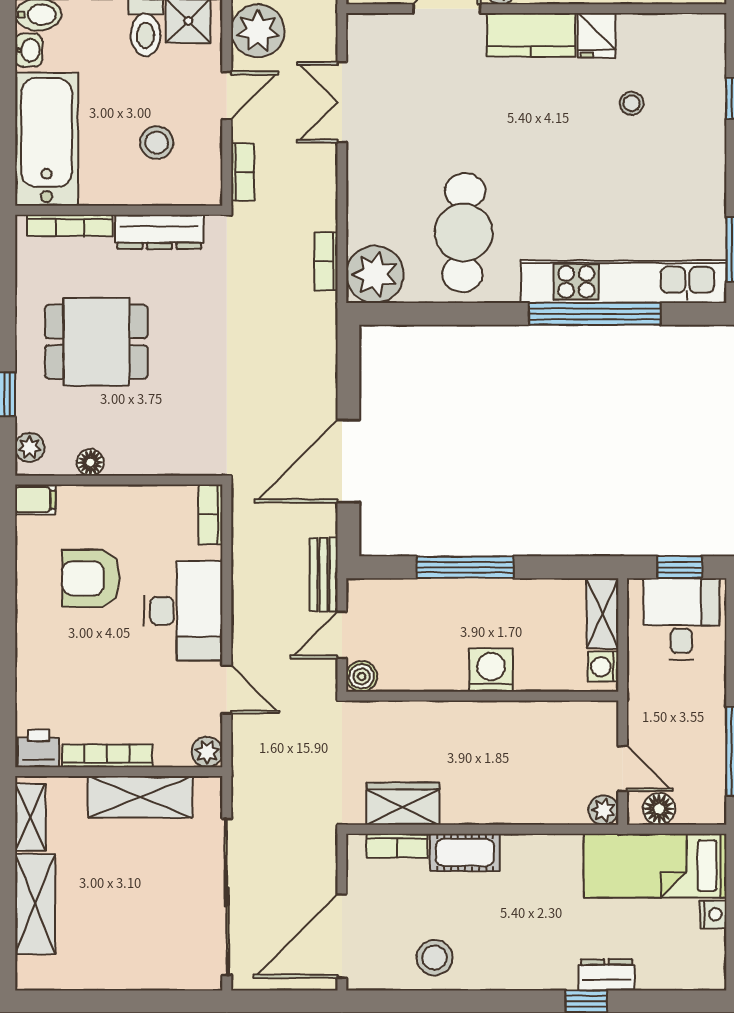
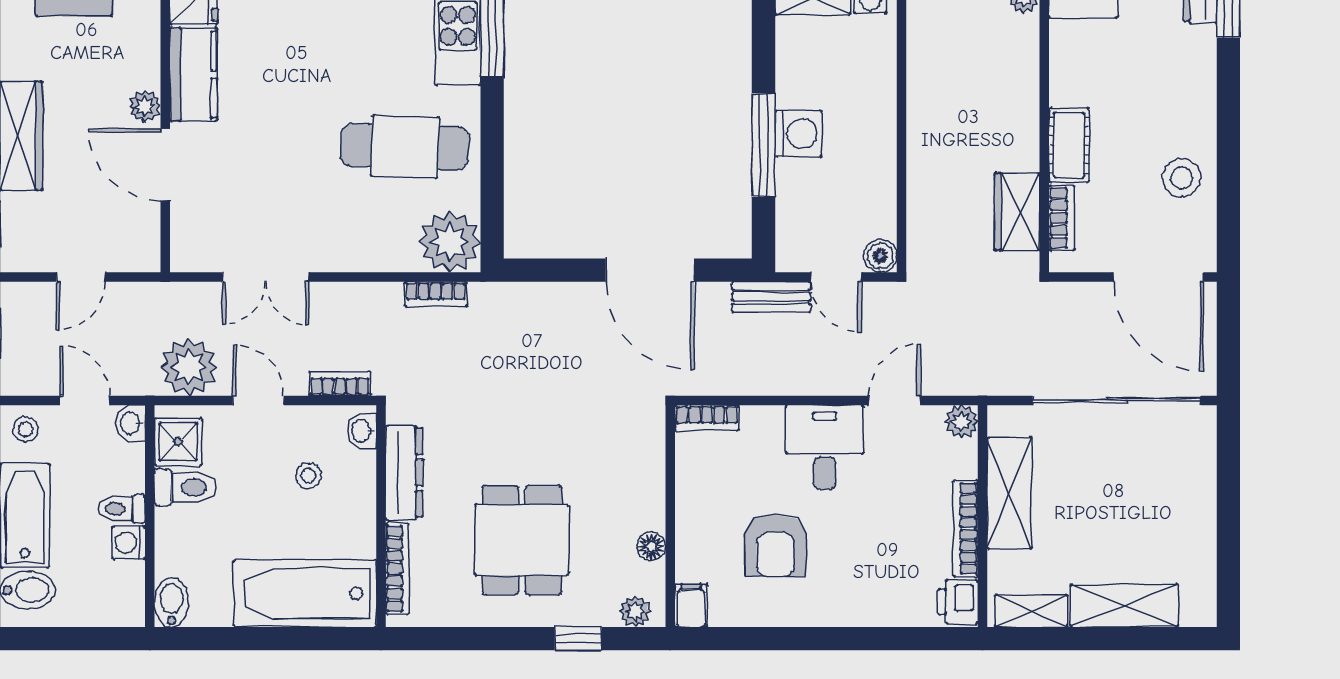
washbasin: (29, 50) -> (362, 431), moved, turned -90
stool: (157, 143) -> (309, 475), width x0.73, depth x0.73
desk: (183, 611) -> (825, 447), width x0.73
washing machine: (491, 670) -> (798, 134), moved, turned 180

